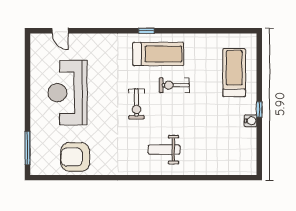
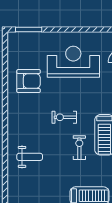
weight bench: (164, 150) -> (30, 157), moved, turned 90
armchair: (75, 157) -> (29, 81), moved, turned 90

